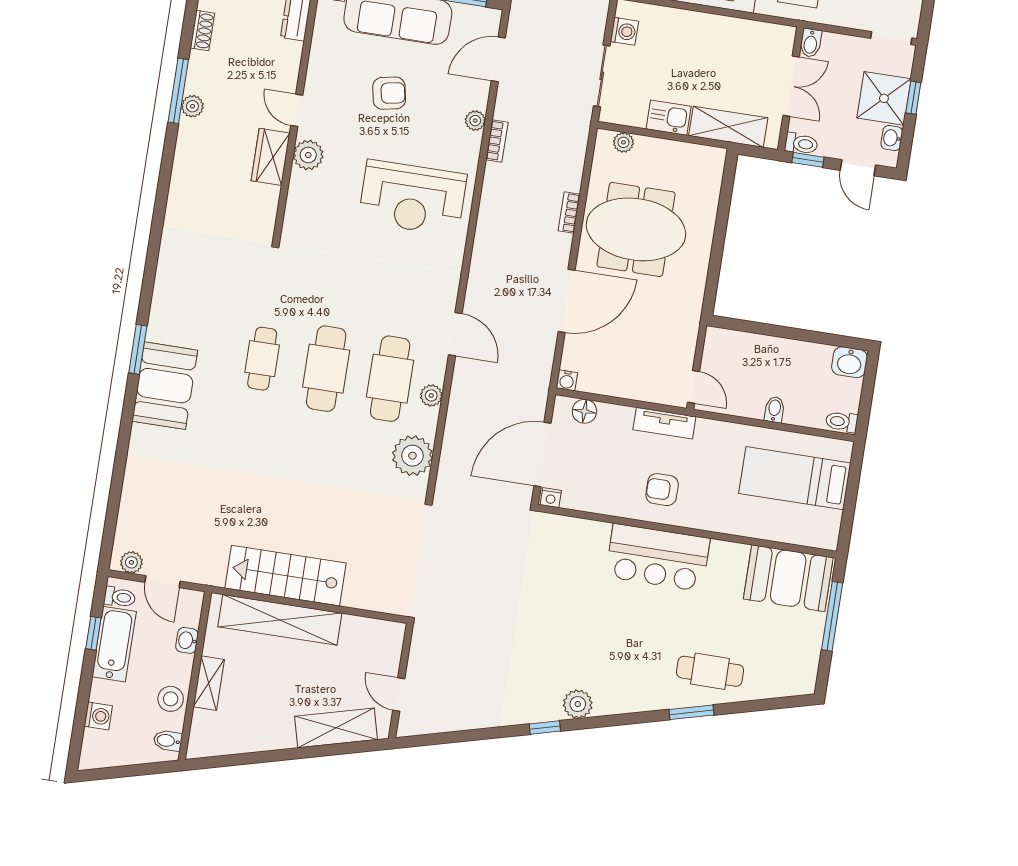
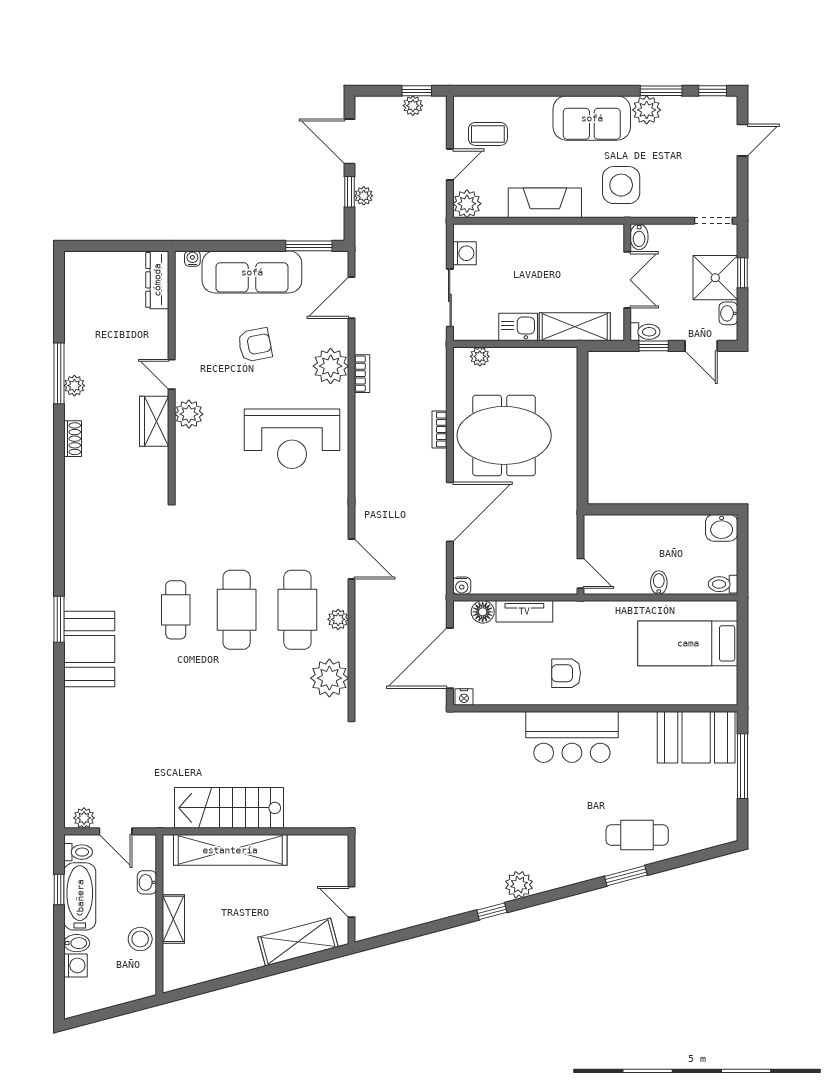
shoe rack: (202, 31) -> (73, 439), moved
plant: (475, 121) -> (331, 366), width x1.87, depth x1.87
tv unit: (664, 423) -> (524, 611), moved
bidet: (168, 741) -> (77, 943), moved, turned 180

